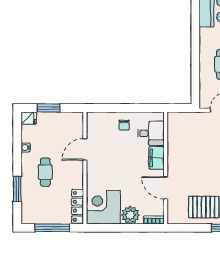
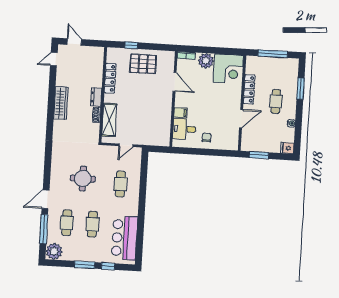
window: (49, 108) -> (259, 155), moved
filing cabinet: (157, 158) -> (180, 113), width x0.50
locker: (78, 206) -> (249, 89), moved

